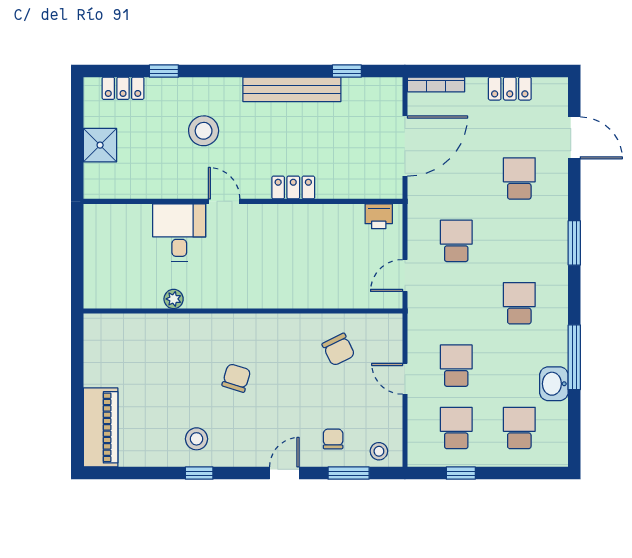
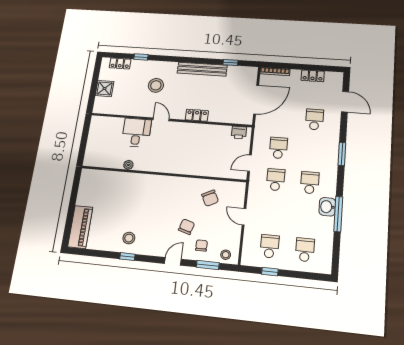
school desk: (456, 366) -> (276, 180), moved
chair: (236, 378) -> (187, 227), moved
washbasin: (554, 384) -> (327, 207), moved

